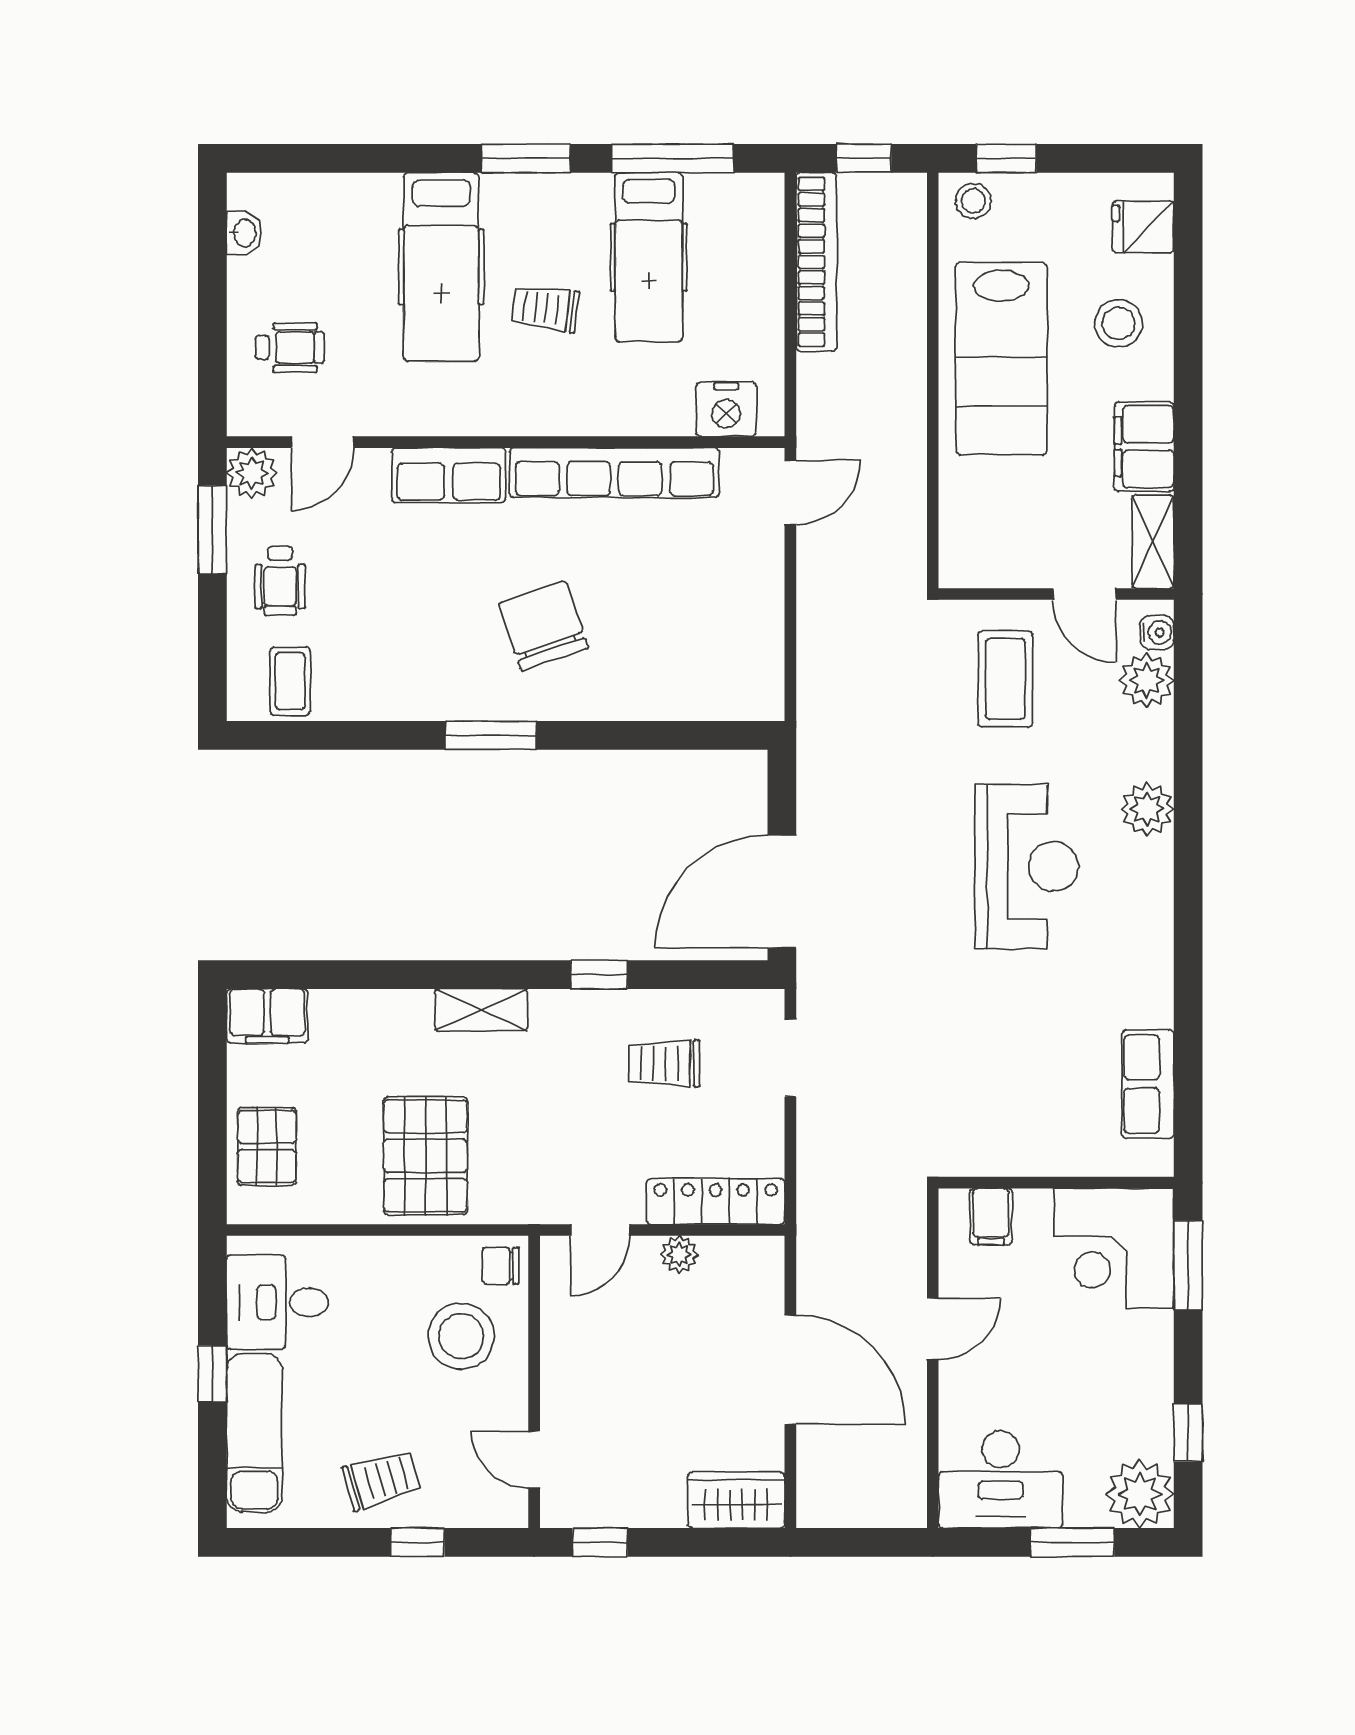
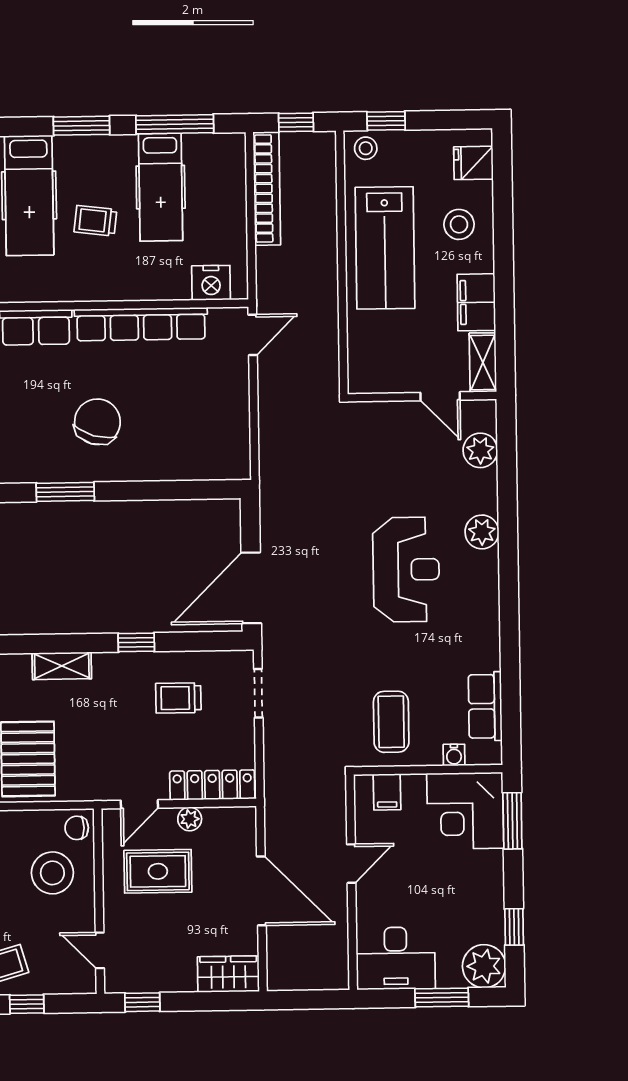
chair: (543, 626) -> (97, 422), turned 36
water cooler: (1157, 632) -> (454, 755), moved, turned 90
coffee table: (1005, 679) -> (391, 722), moved
rug: (628, 1336) -> (158, 871), added

